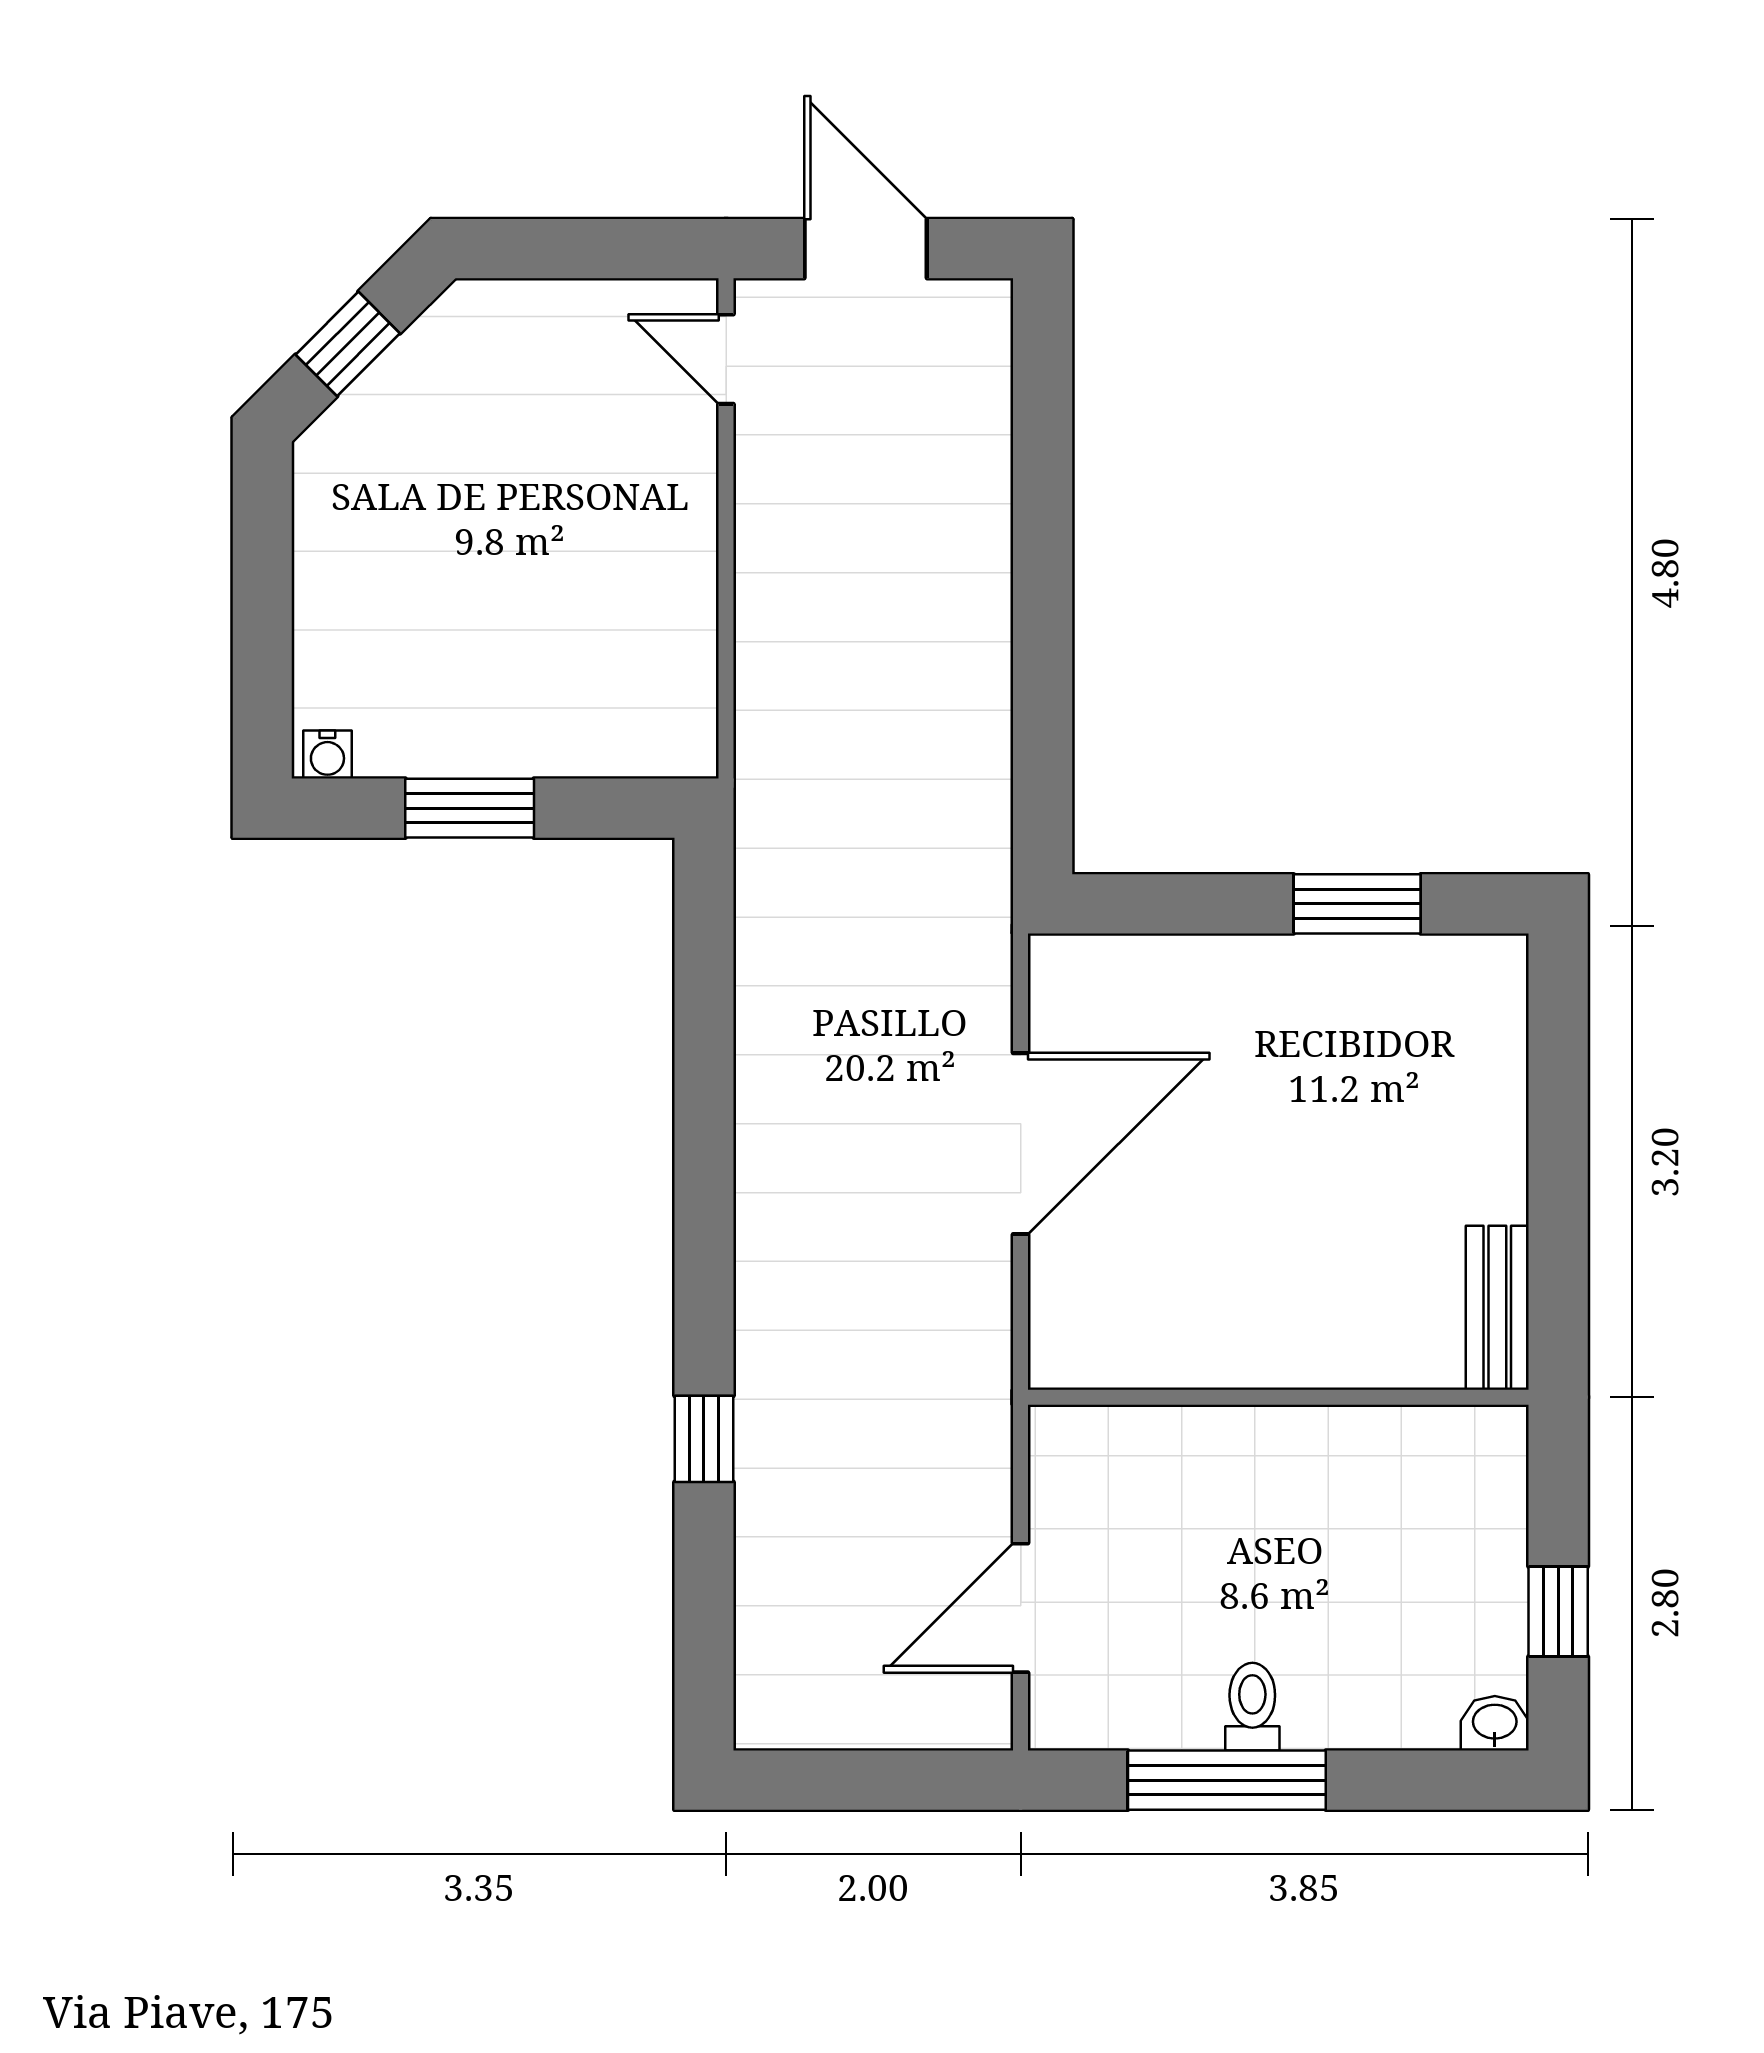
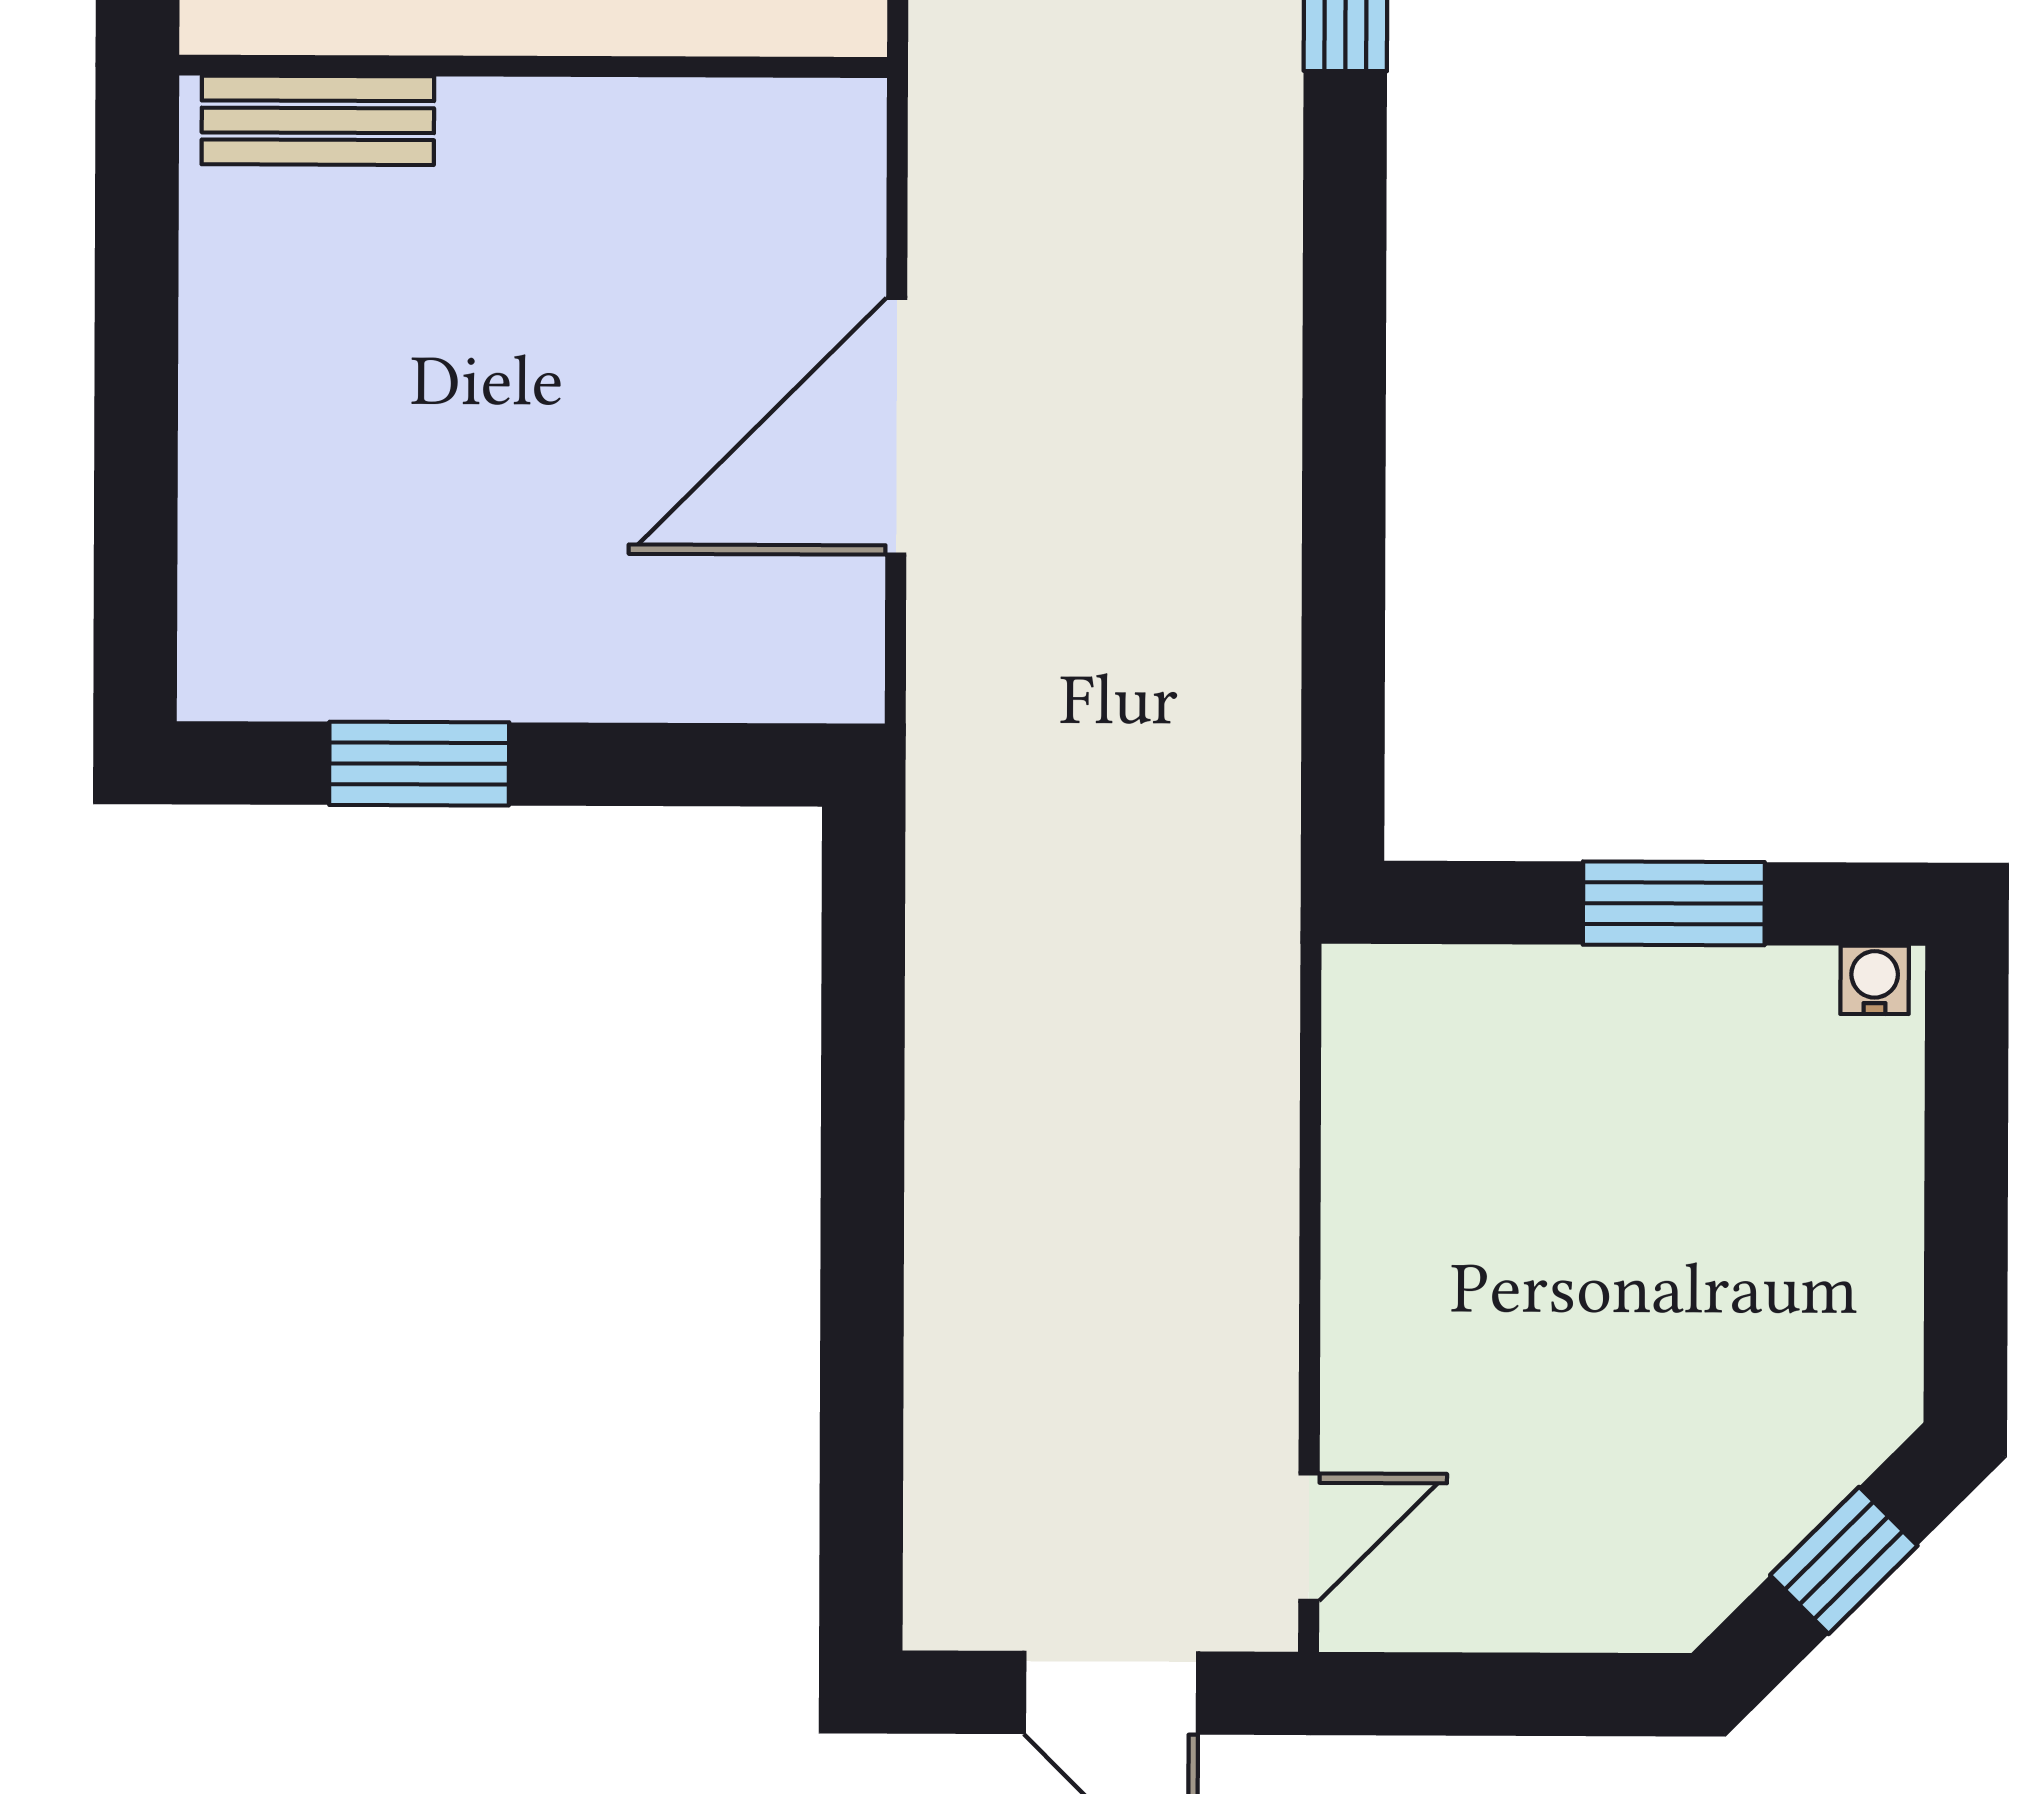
door: (726, 359) -> (1309, 1537), hinge flipped
bench: (1497, 1308) -> (318, 120), moved, turned 90

